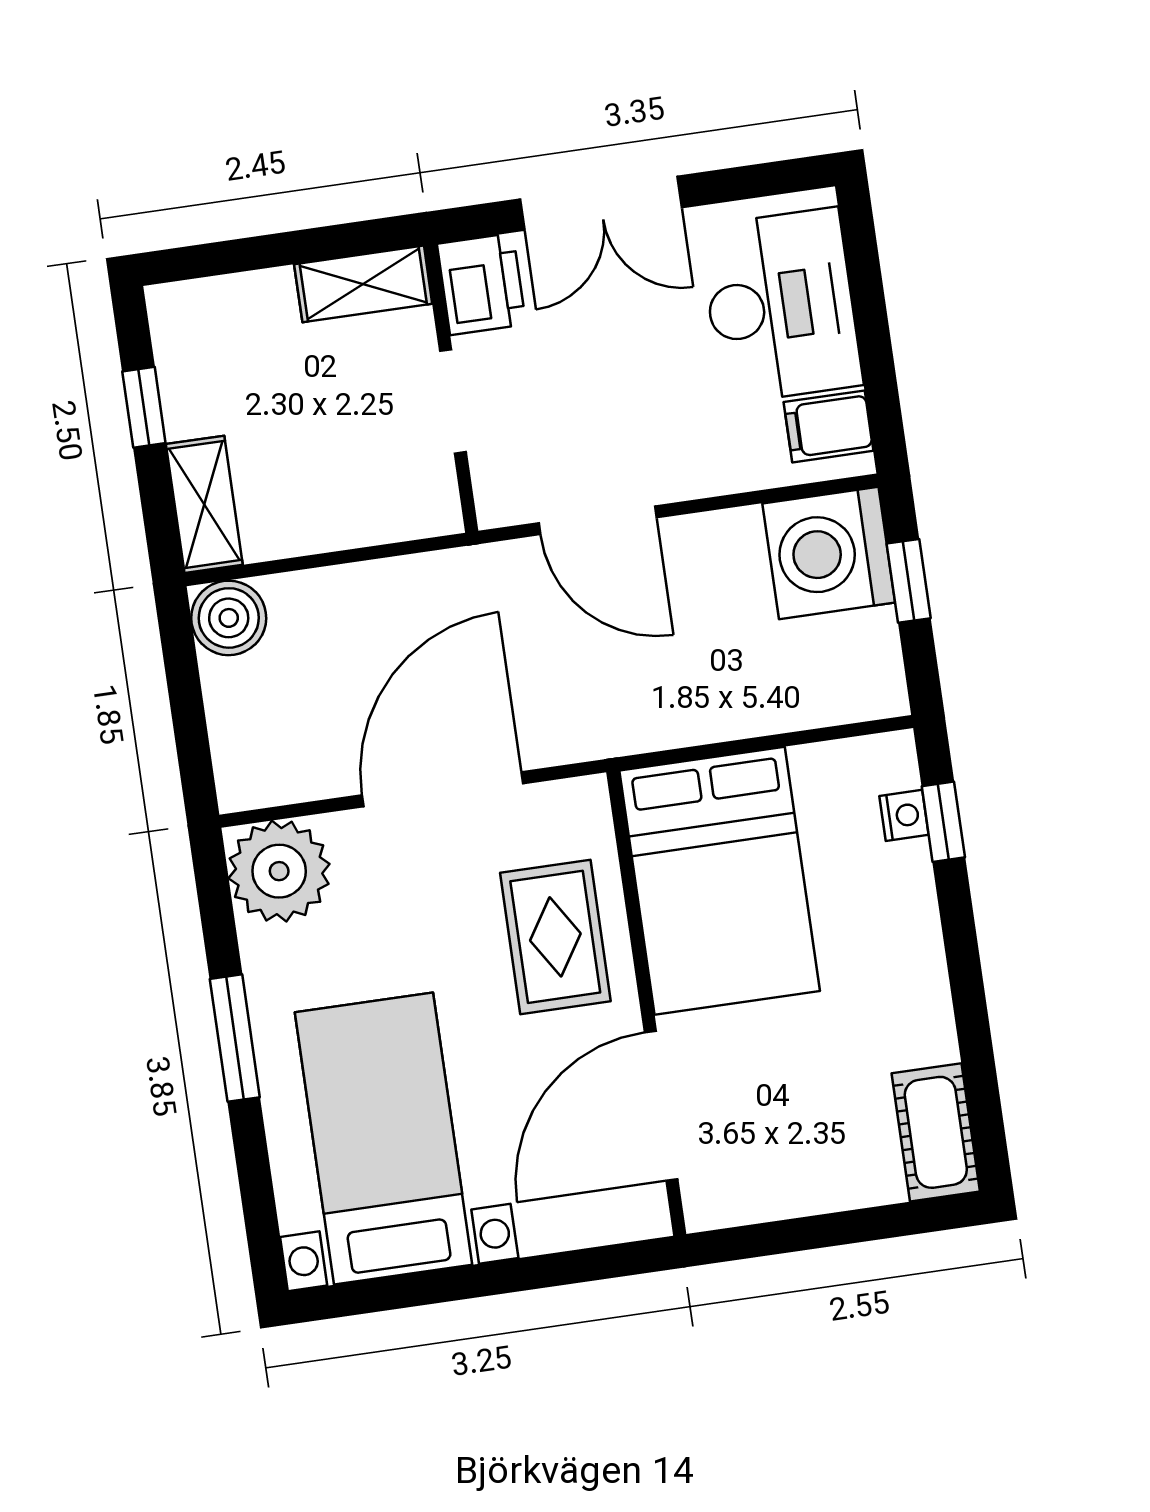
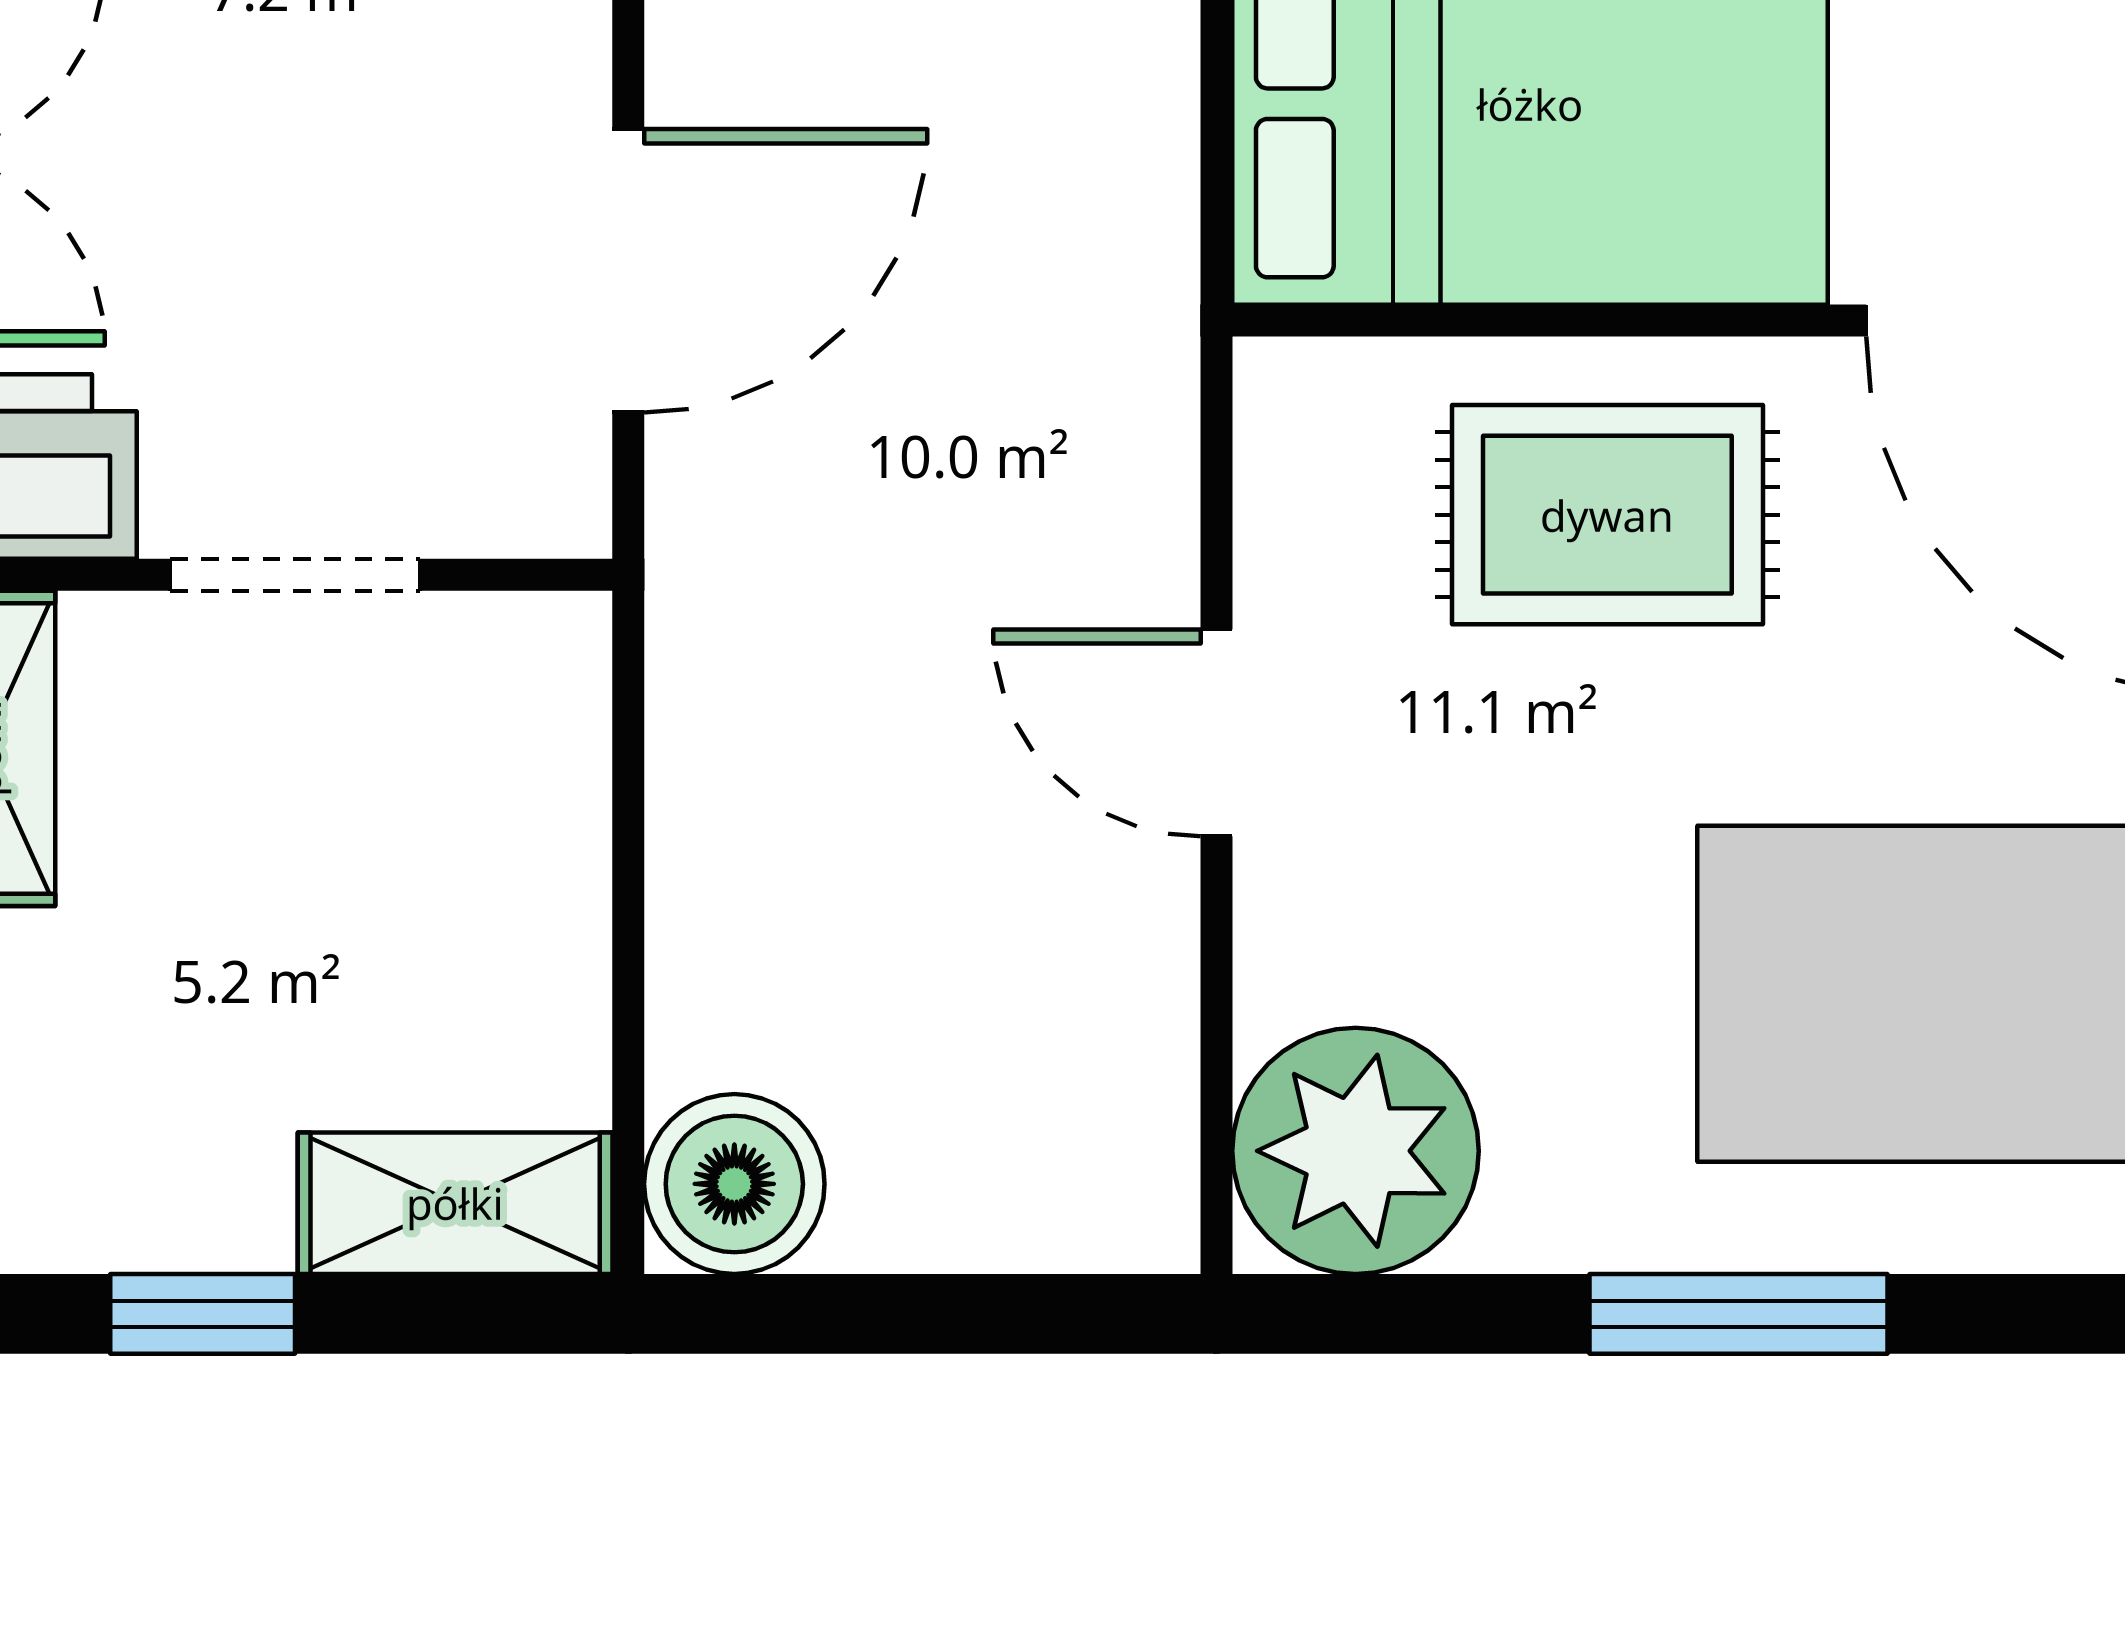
door: (443, 789) -> (1216, 733), width x0.53

